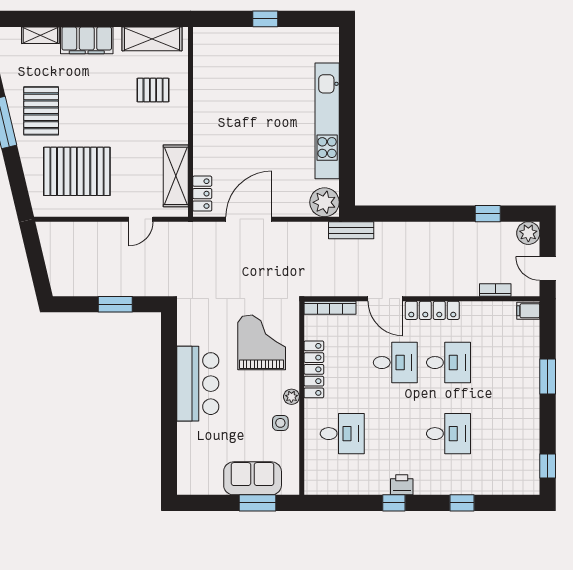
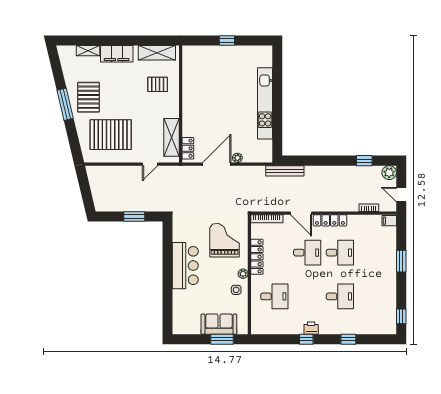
plant: (324, 202) -> (237, 158), moved, width x0.53, depth x0.53
bench: (351, 230) -> (285, 171), width x1.36

